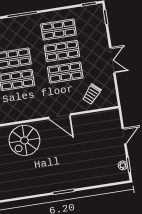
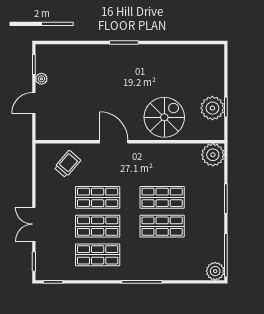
double door: (112, 60) -> (34, 224), moved
plant: (123, 165) -> (41, 79), moved

